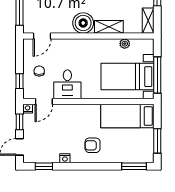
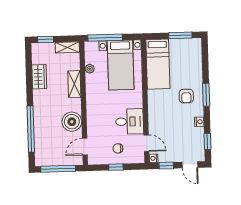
boiler: (83, 23) -> (72, 122), moved
door: (42, 36) -> (85, 147), swing flipped
window: (157, 75) -> (105, 38), moved
window: (19, 81) -> (116, 167), moved
window: (134, 166) -> (206, 95), moved

